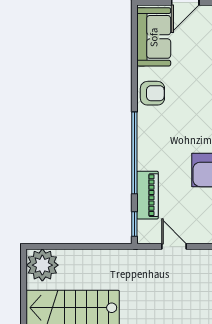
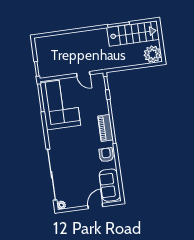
armchair: (152, 93) -> (106, 155), turned 90
piano: (147, 195) -> (105, 128), moved

